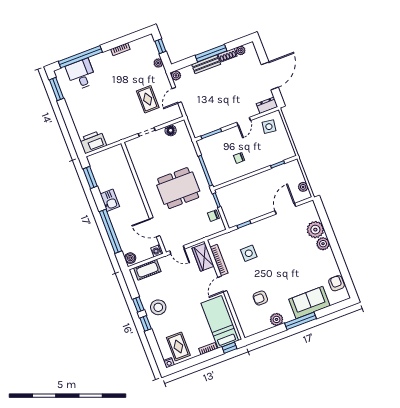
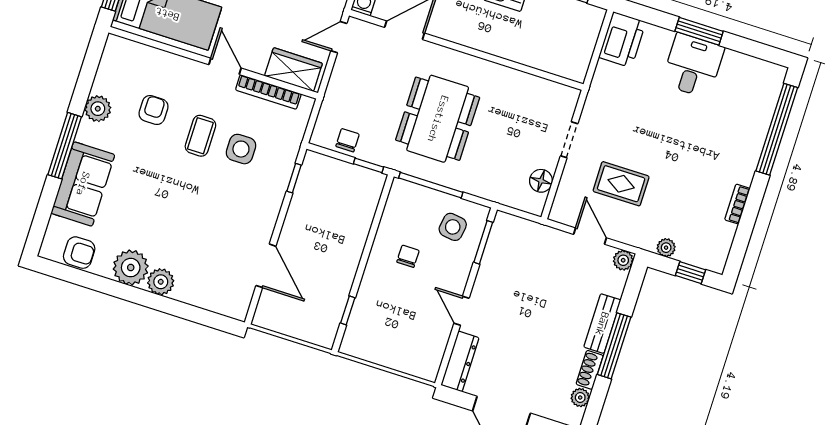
desk: (81, 74) -> (693, 66), moved, turned -90
window: (56, 89) -> (699, 31), moved
dresser: (267, 105) -> (460, 361), width x1.44
side table: (269, 127) -> (453, 227), moved
plant: (303, 187) -> (278, 323), removed
plant: (315, 230) -> (131, 268), moved
coffee table: (256, 273) -> (200, 136), added

